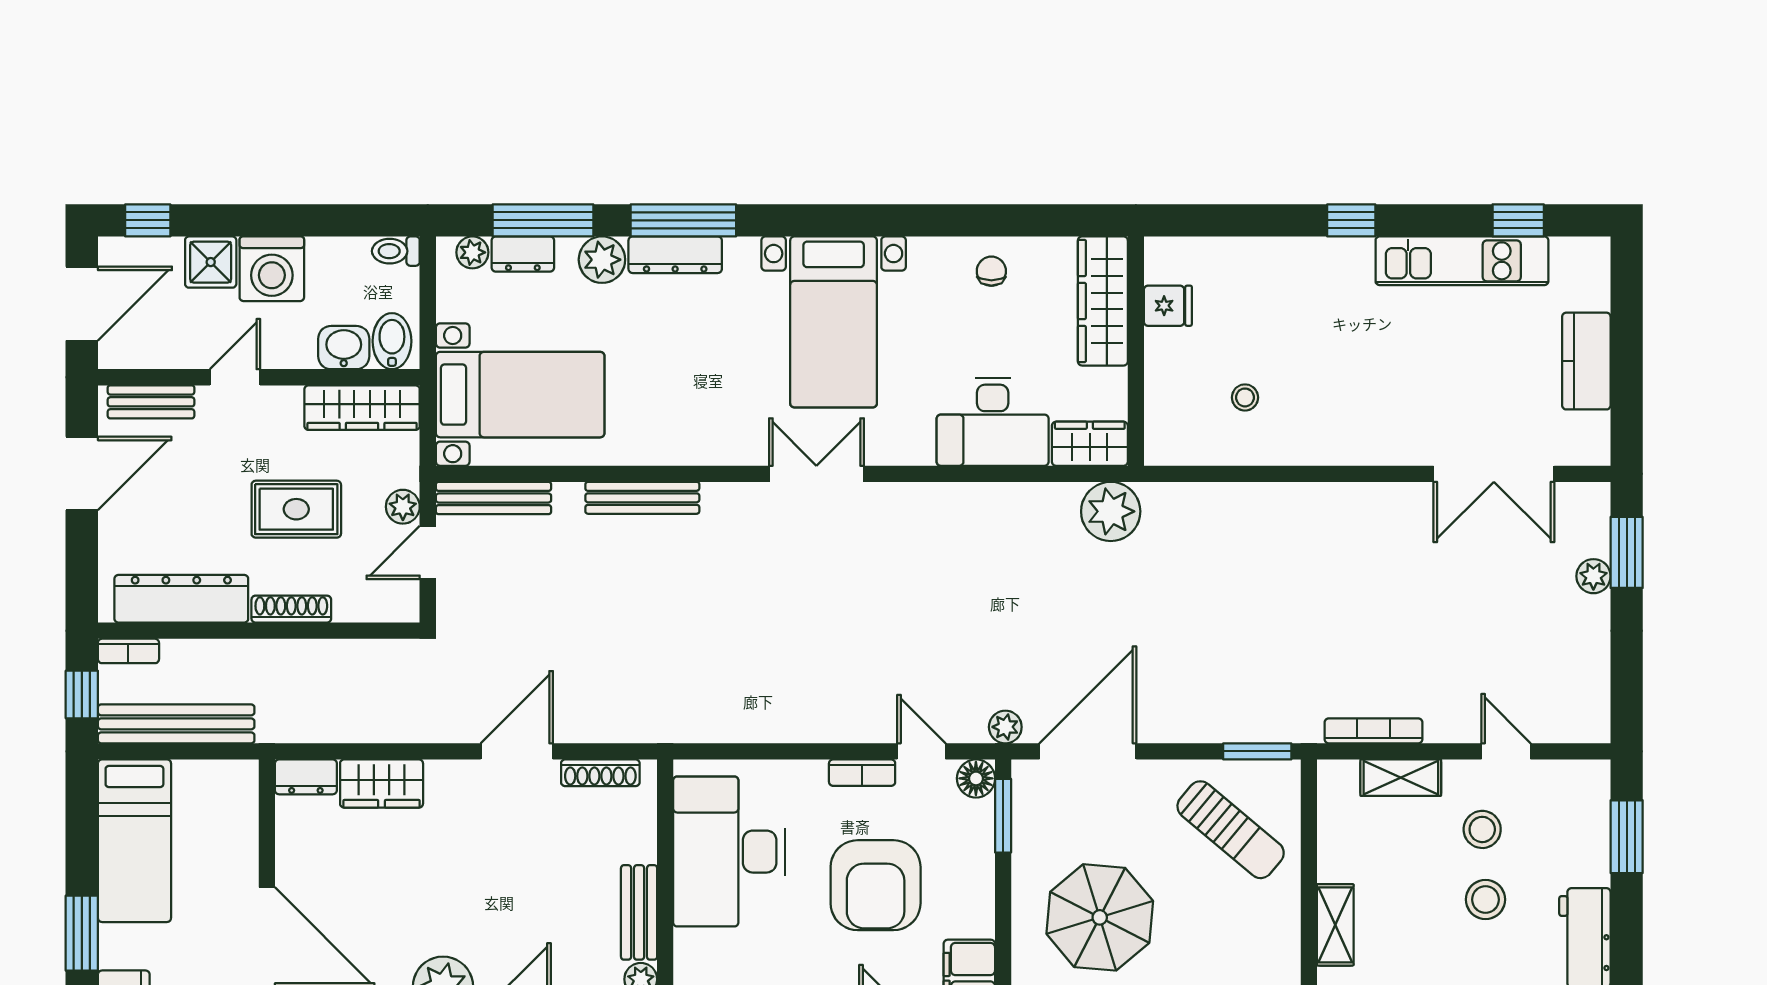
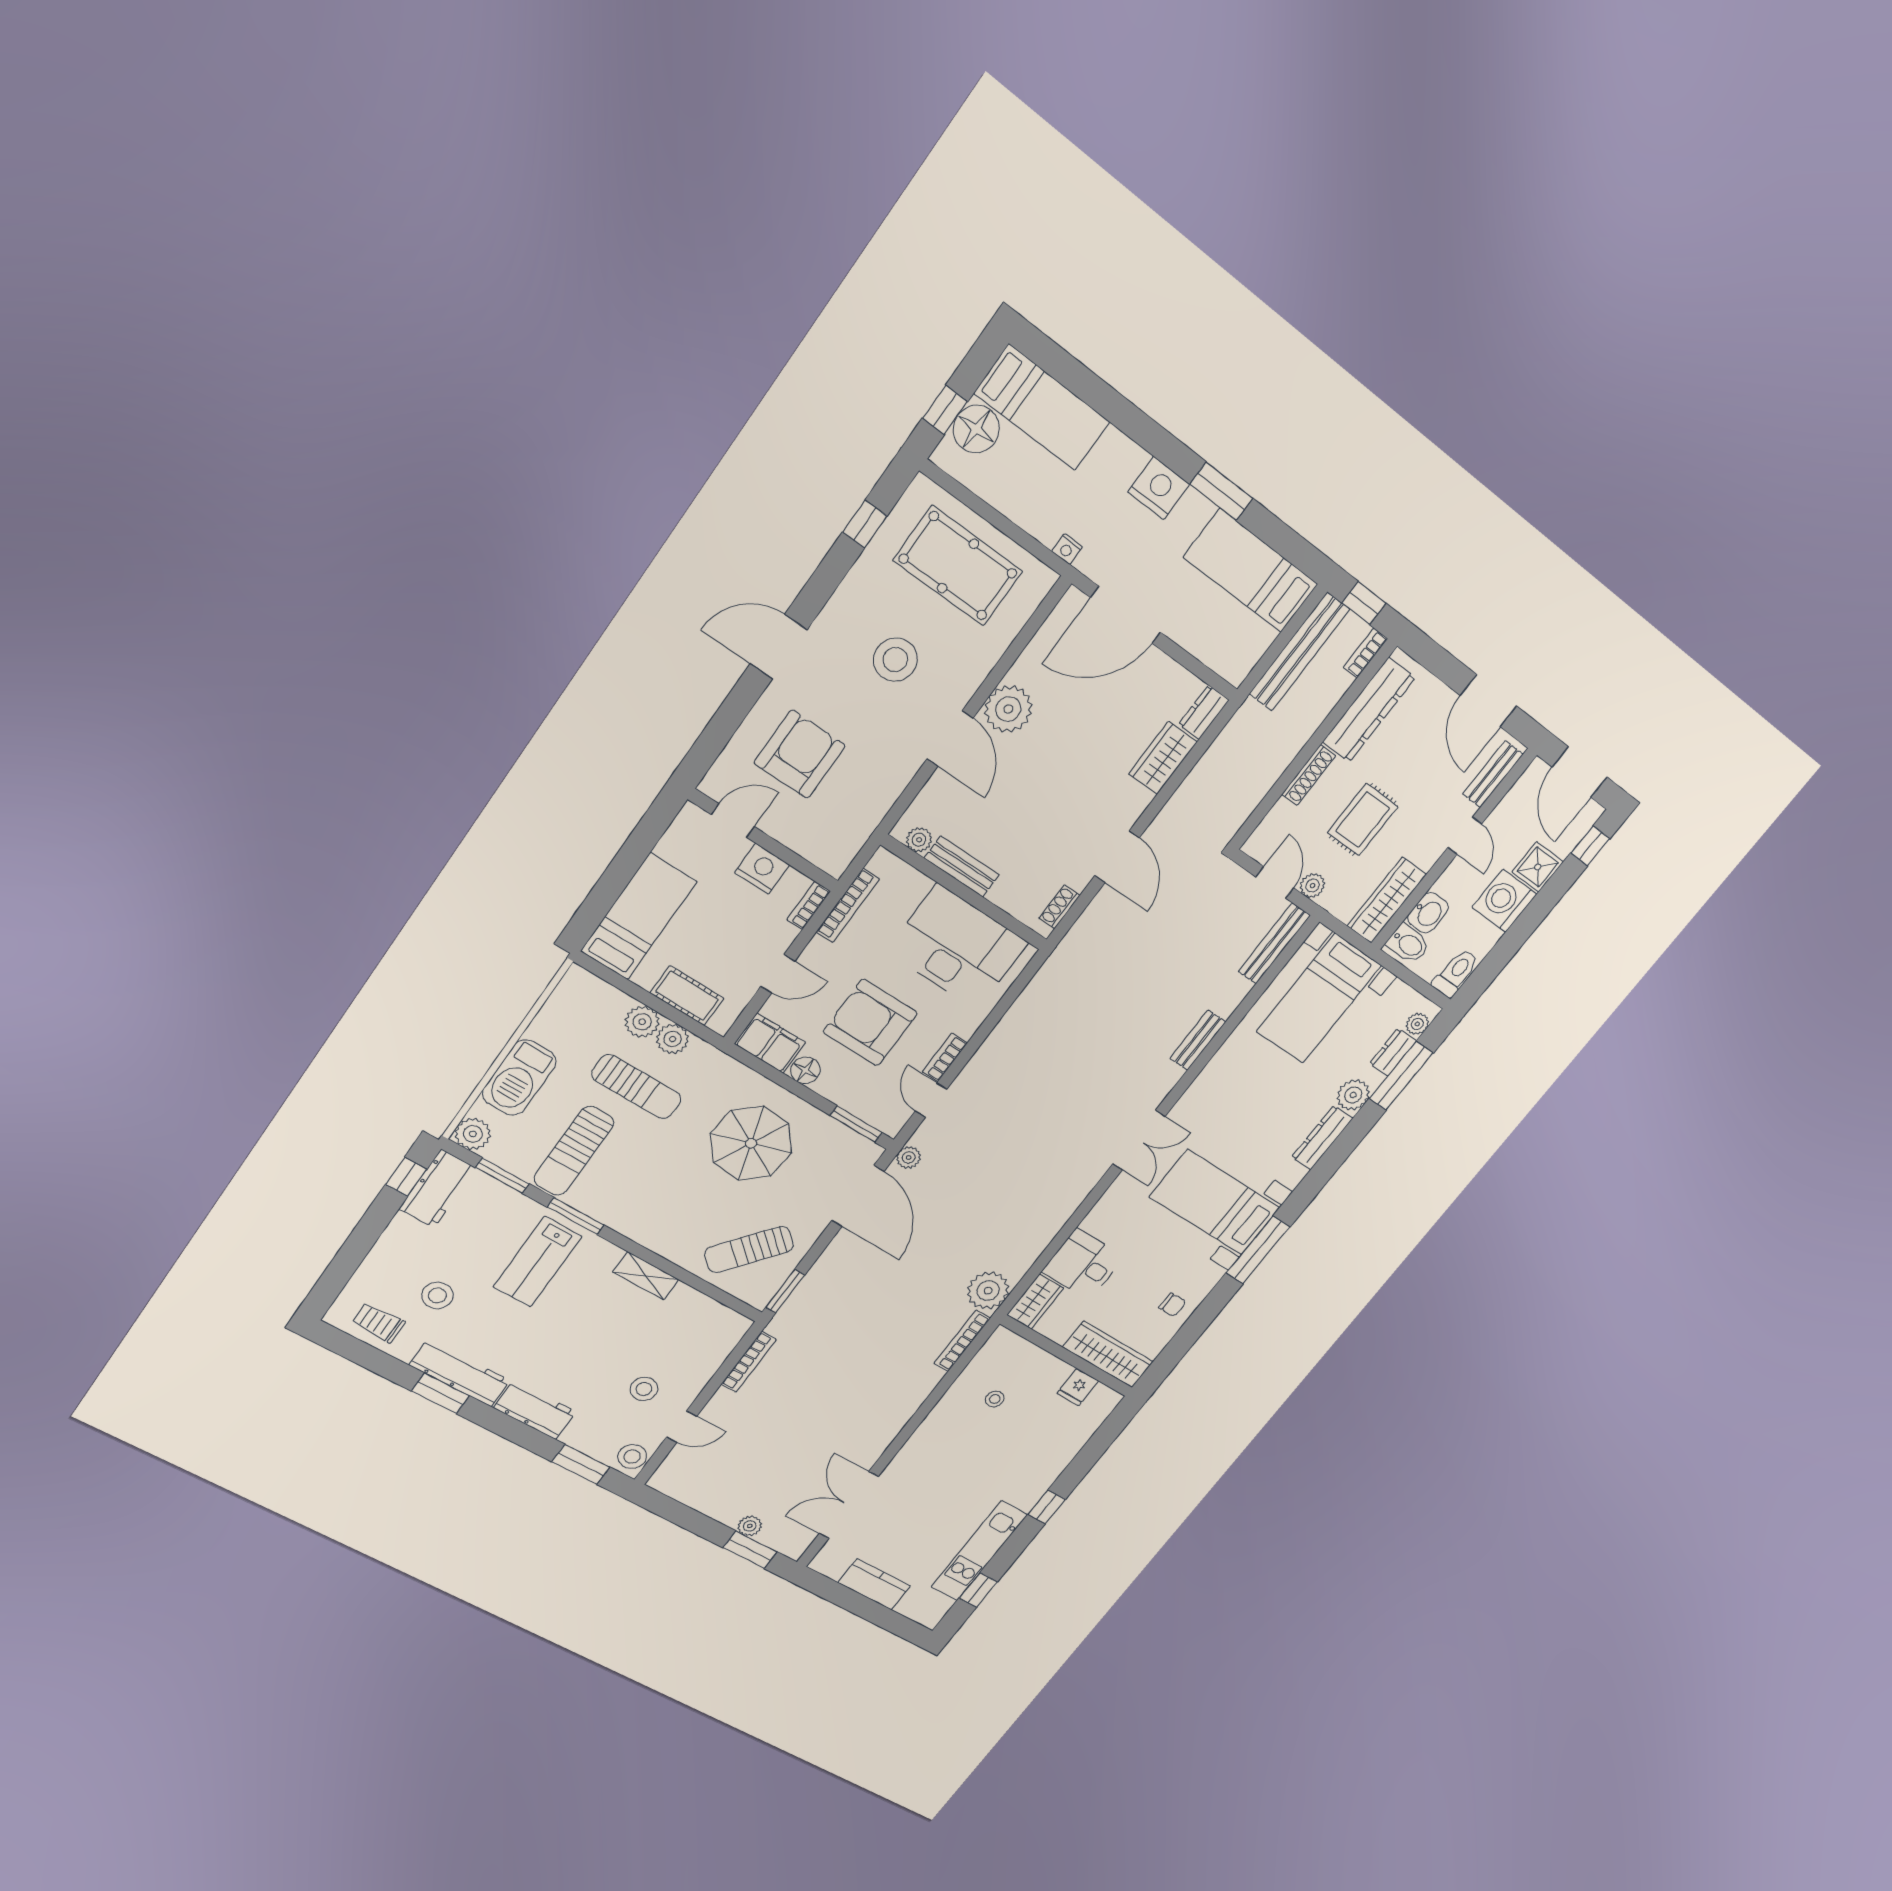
window: (683, 220) -> (1258, 1250), moved
toilet: (396, 251) -> (1456, 973), width x1.37, depth x1.39
desk: (993, 422) -> (1083, 1264), width x0.73
bookcase: (1193, 495) -> (962, 1341), added
bench: (642, 498) -> (1198, 1040), width x0.73
door: (921, 751) -> (931, 1100), swing flipped
shoe rack: (600, 773) -> (1059, 907), width x0.70
floor lamp: (976, 778) -> (805, 1070), moved
shelving: (1401, 778) -> (709, 1361), removed
stool: (1485, 900) -> (632, 1457), moved

